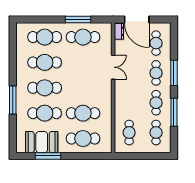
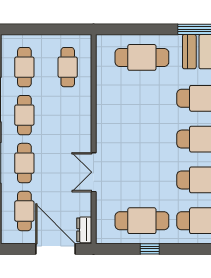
window: (78, 20) -> (150, 249), width x0.46
cafe table: (83, 113) -> (142, 98), removed

